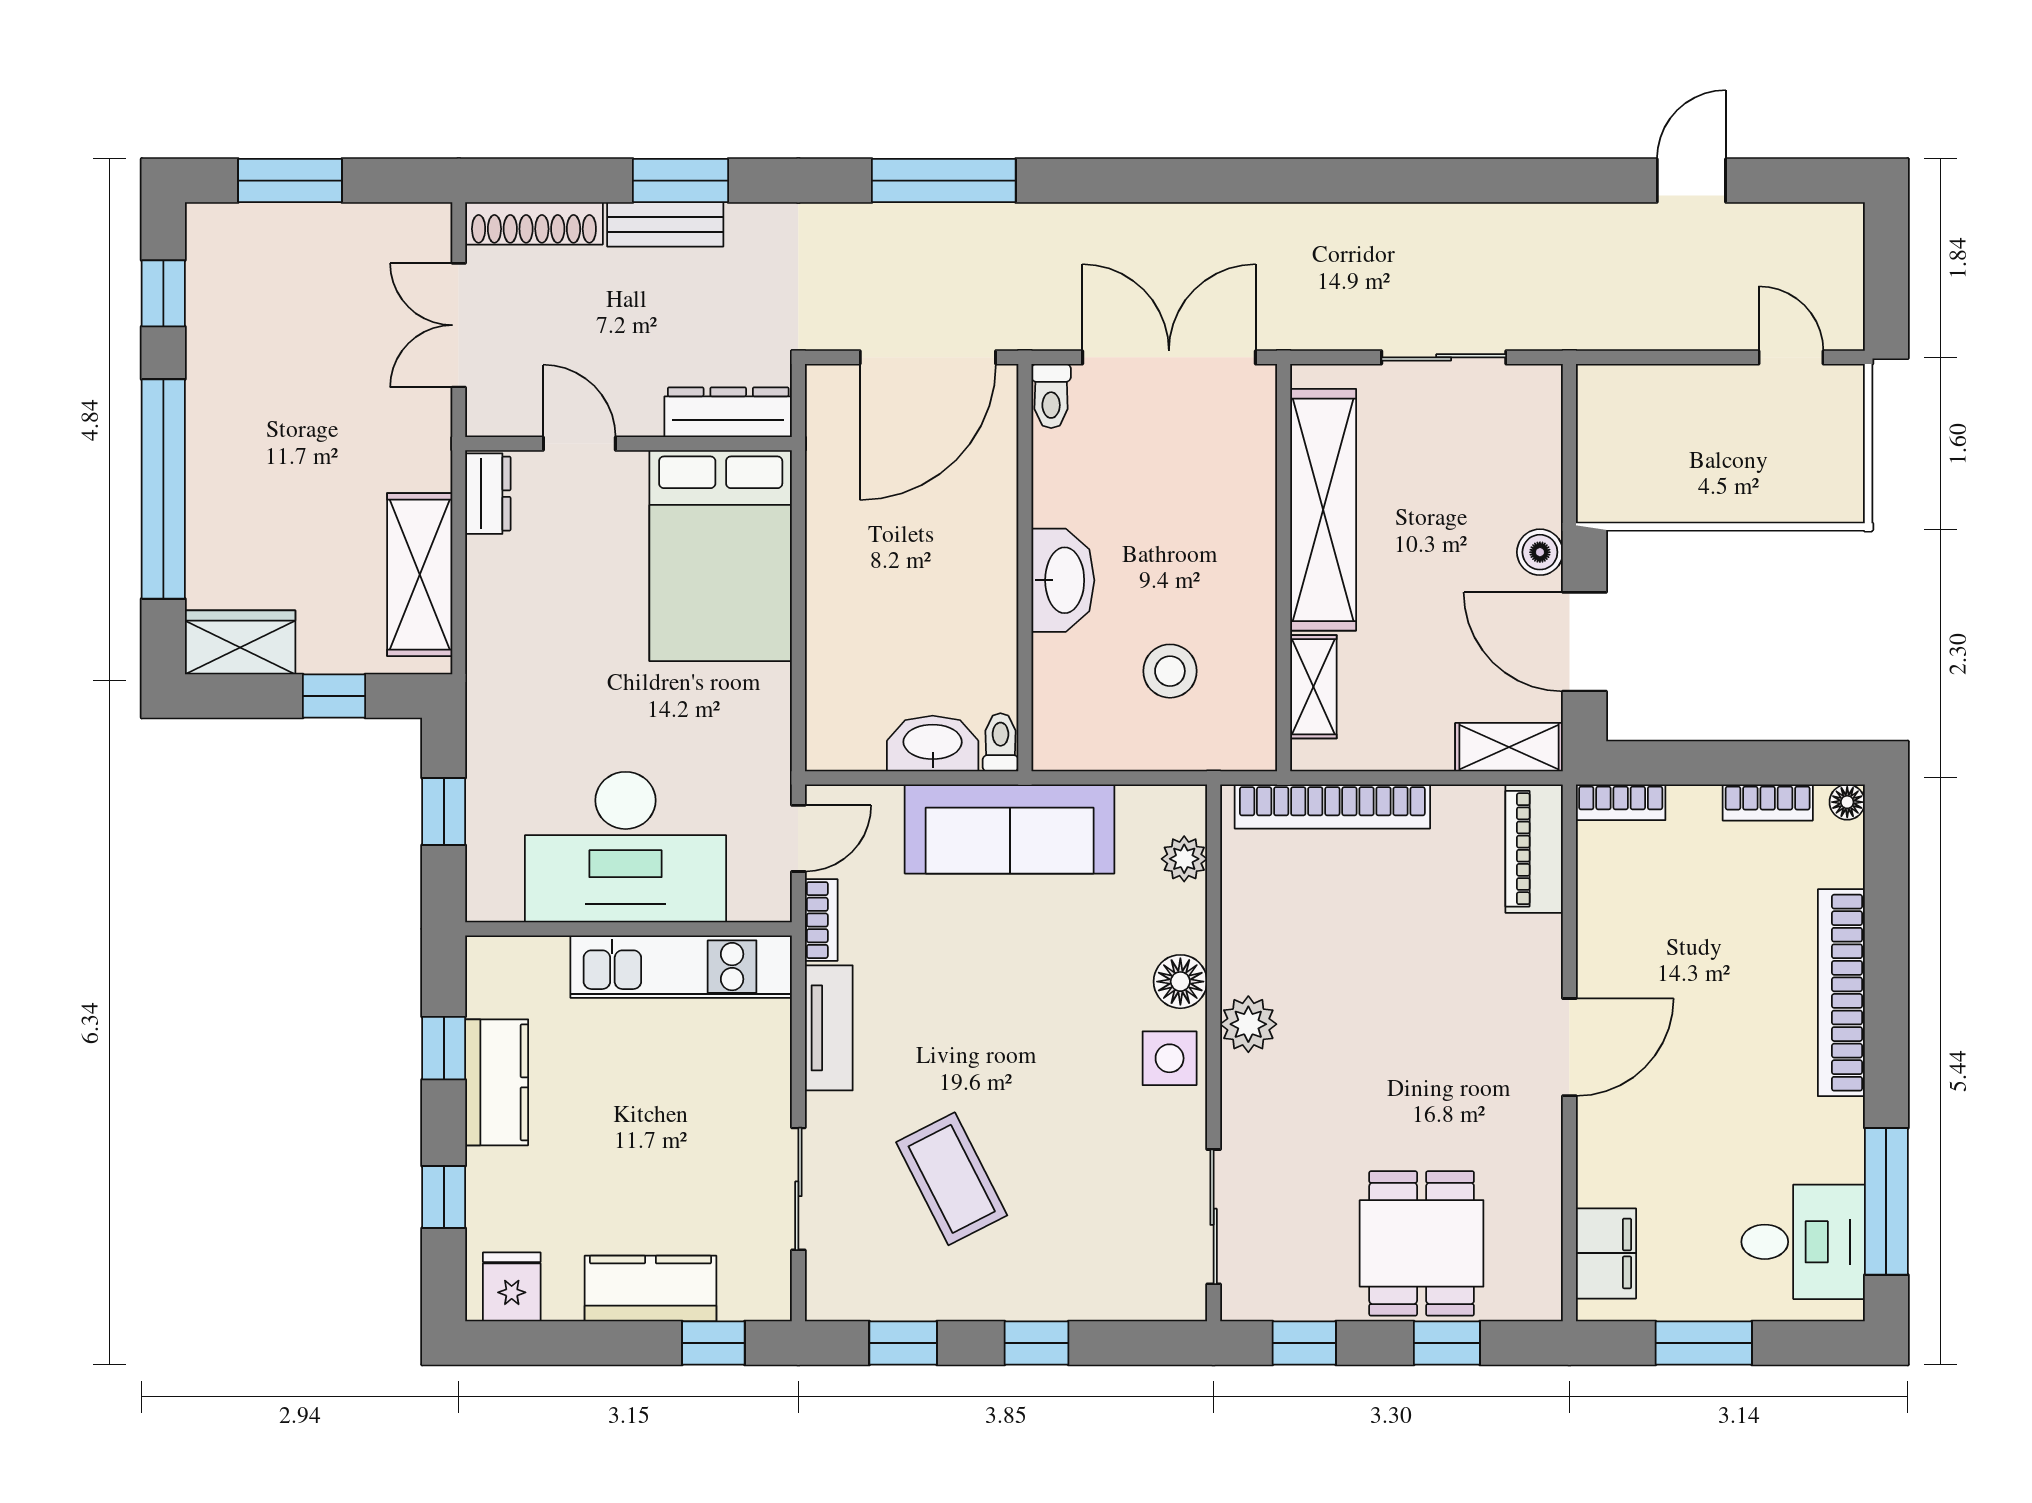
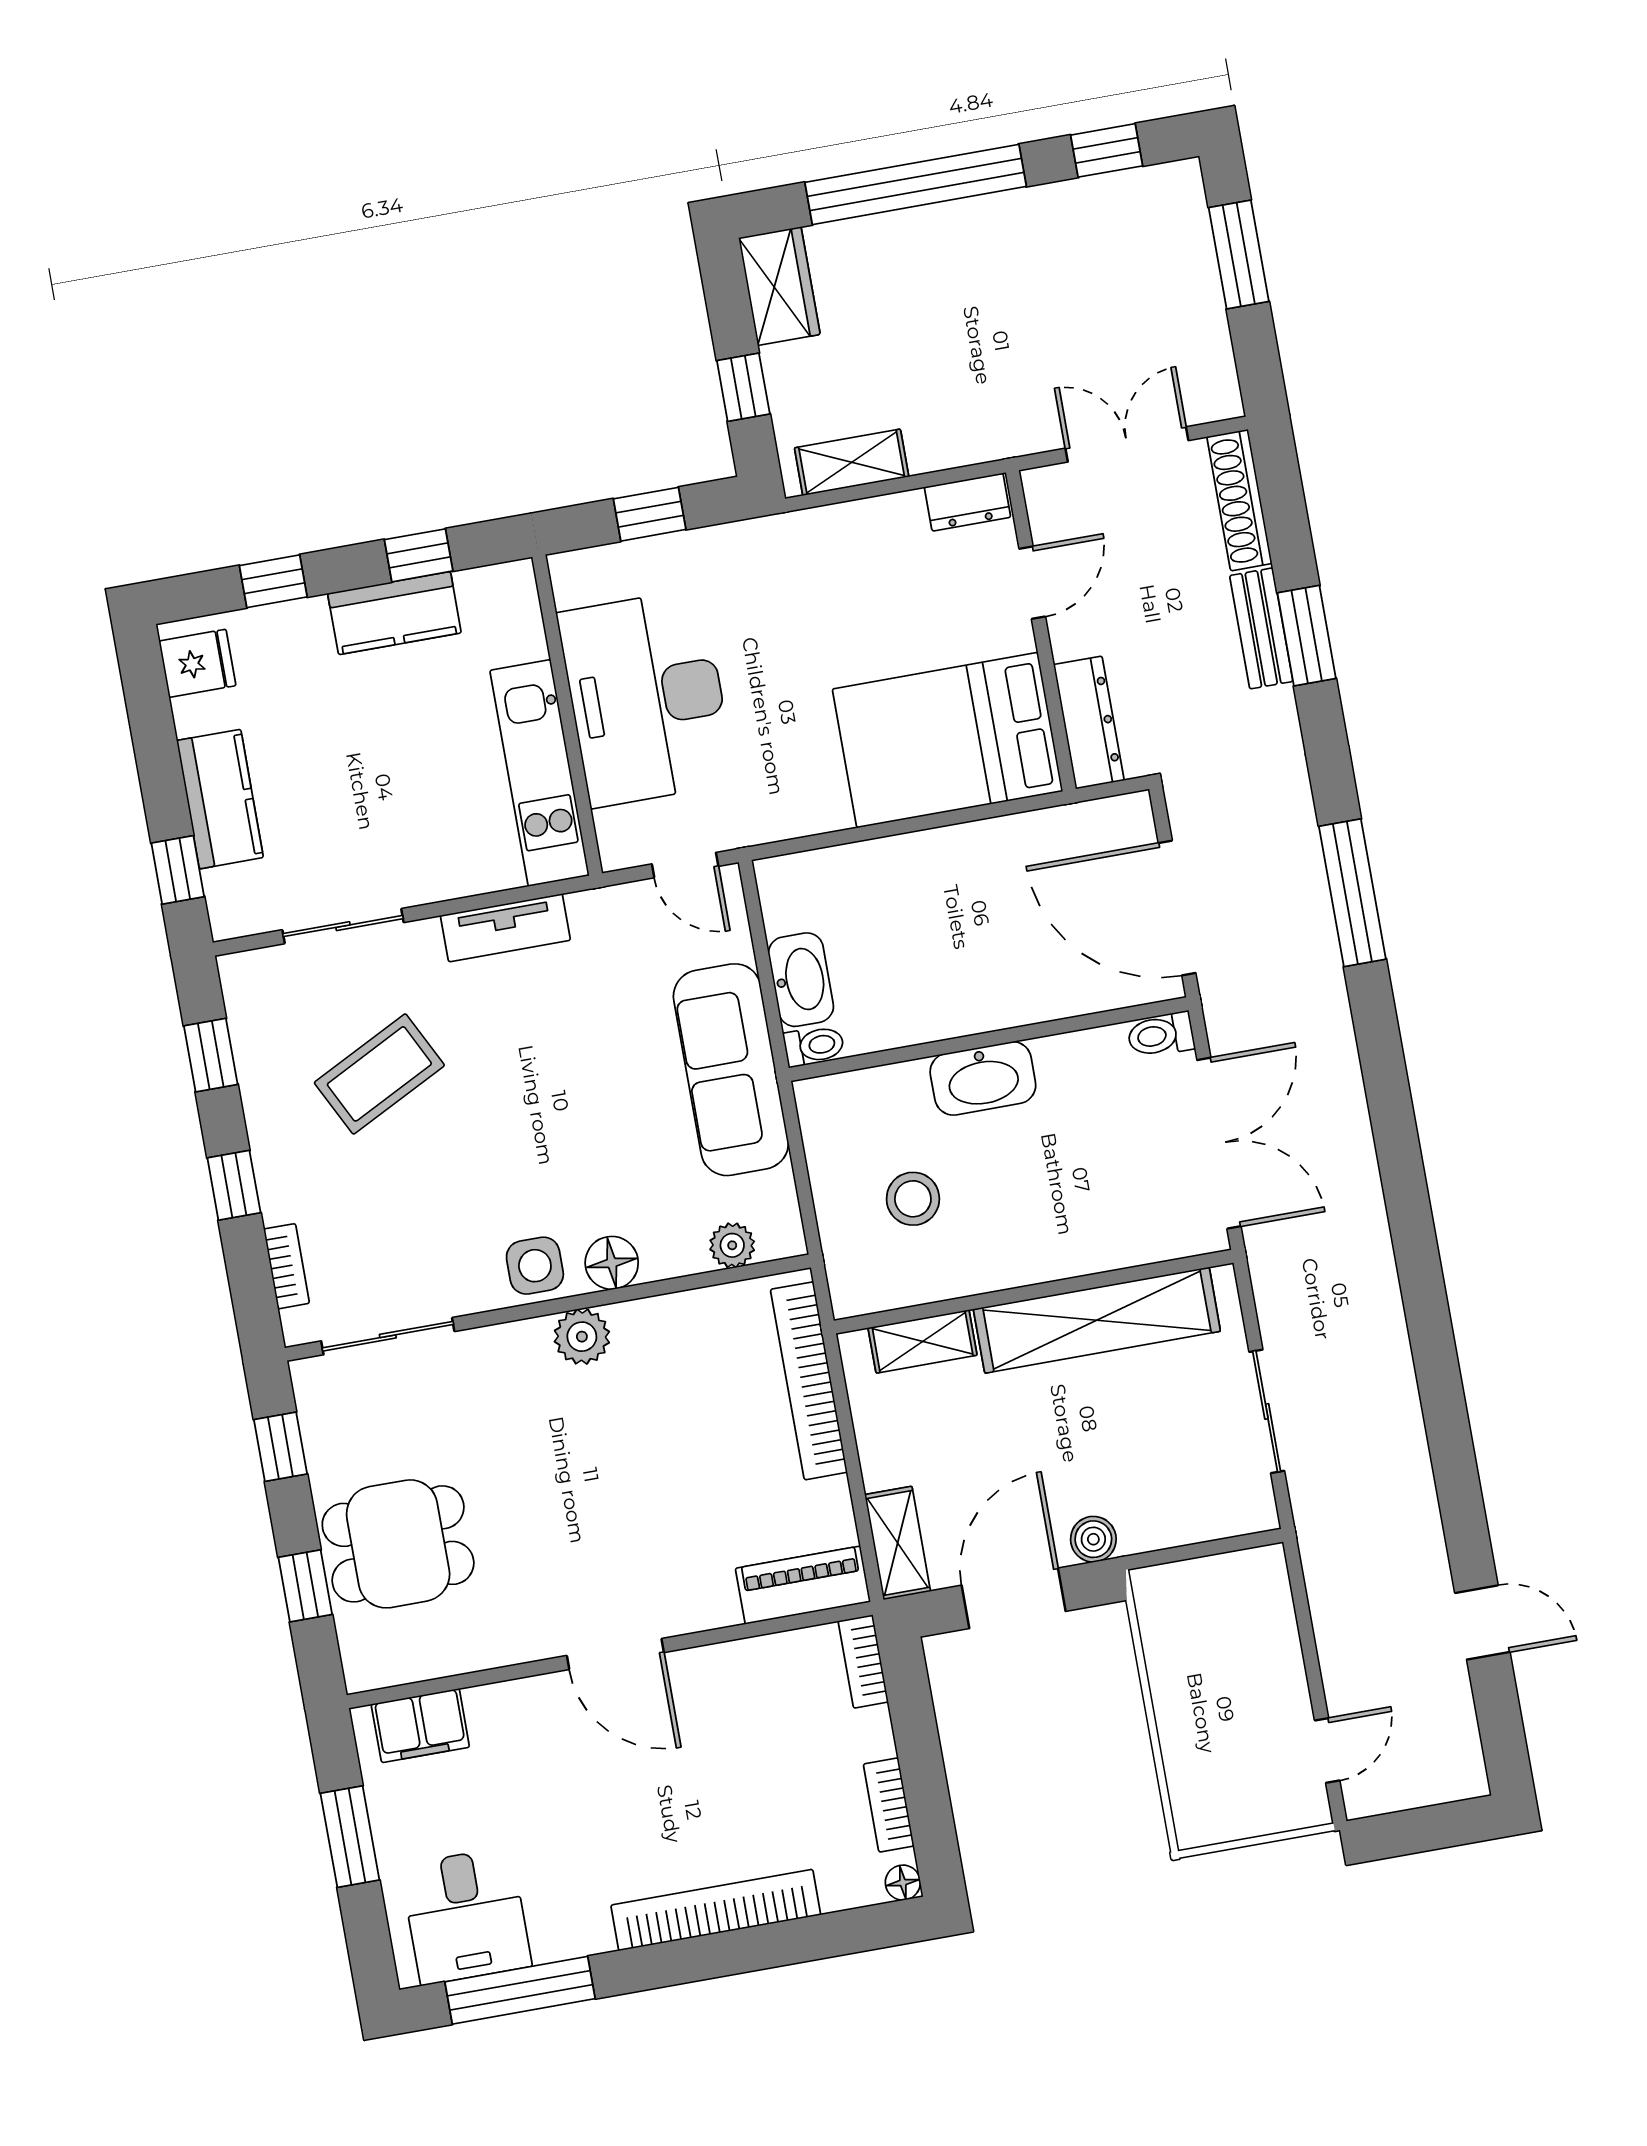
shelving: (420, 575) -> (852, 462), width x0.67, depth x0.75
bookcase: (821, 920) -> (287, 1266), moved, turned -90

